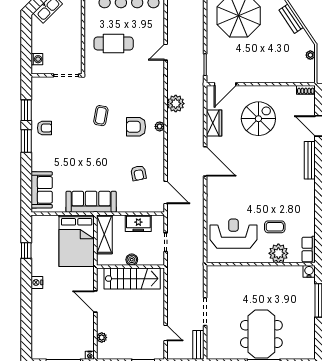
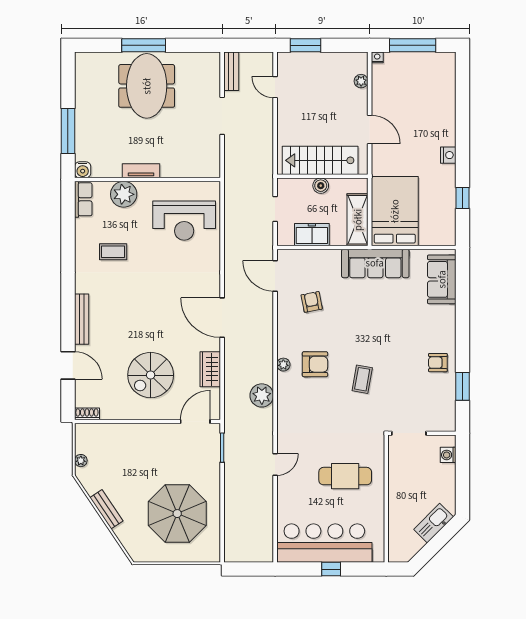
window: (26, 141) -> (462, 345), removed
coffee table: (275, 227) -> (113, 252), moved
tv unit: (266, 271) -> (141, 171), added

